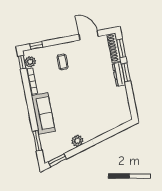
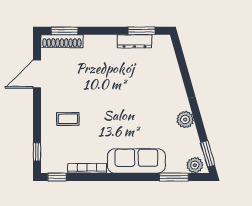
plant: (30, 62) -> (195, 165), moved
window: (126, 72) -> (141, 31), moved
dresser: (119, 74) -> (134, 41), moved

